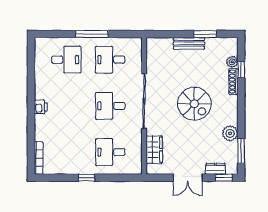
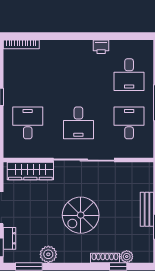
desk: (110, 106) -> (78, 123), turned 180
printer: (41, 107) -> (101, 47), moved
wardrobe: (154, 150) -> (30, 171), width x1.50

